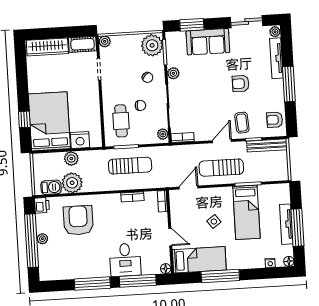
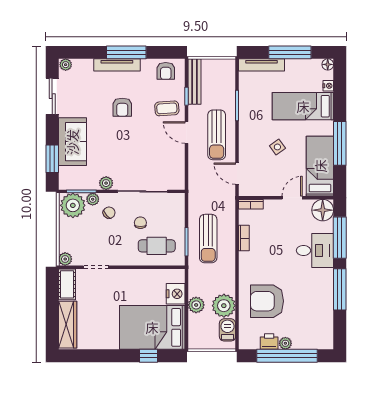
tv unit: (276, 58) -> (117, 65), moved
plant: (163, 134) -> (93, 199), moved
bookcase: (183, 138) -> (180, 177), removed
sun lounger: (130, 166) -> (208, 239), turned 180
printer: (42, 205) -> (269, 342), moved
bed: (246, 212) -> (303, 106), moved, turned 180
tv unit: (286, 224) -> (262, 65), moved
floor lamp: (166, 269) -> (323, 210), width x1.89, depth x1.89

